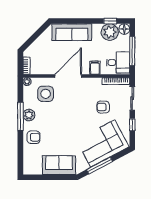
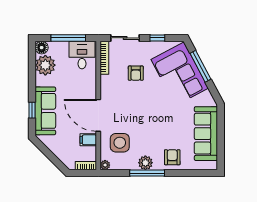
window: (110, 21) -> (32, 110), moved
filing cabinet: (95, 68) -> (88, 140), moved
sofa: (59, 165) -> (206, 134), width x1.36
window: (100, 166) -> (200, 66), moved

